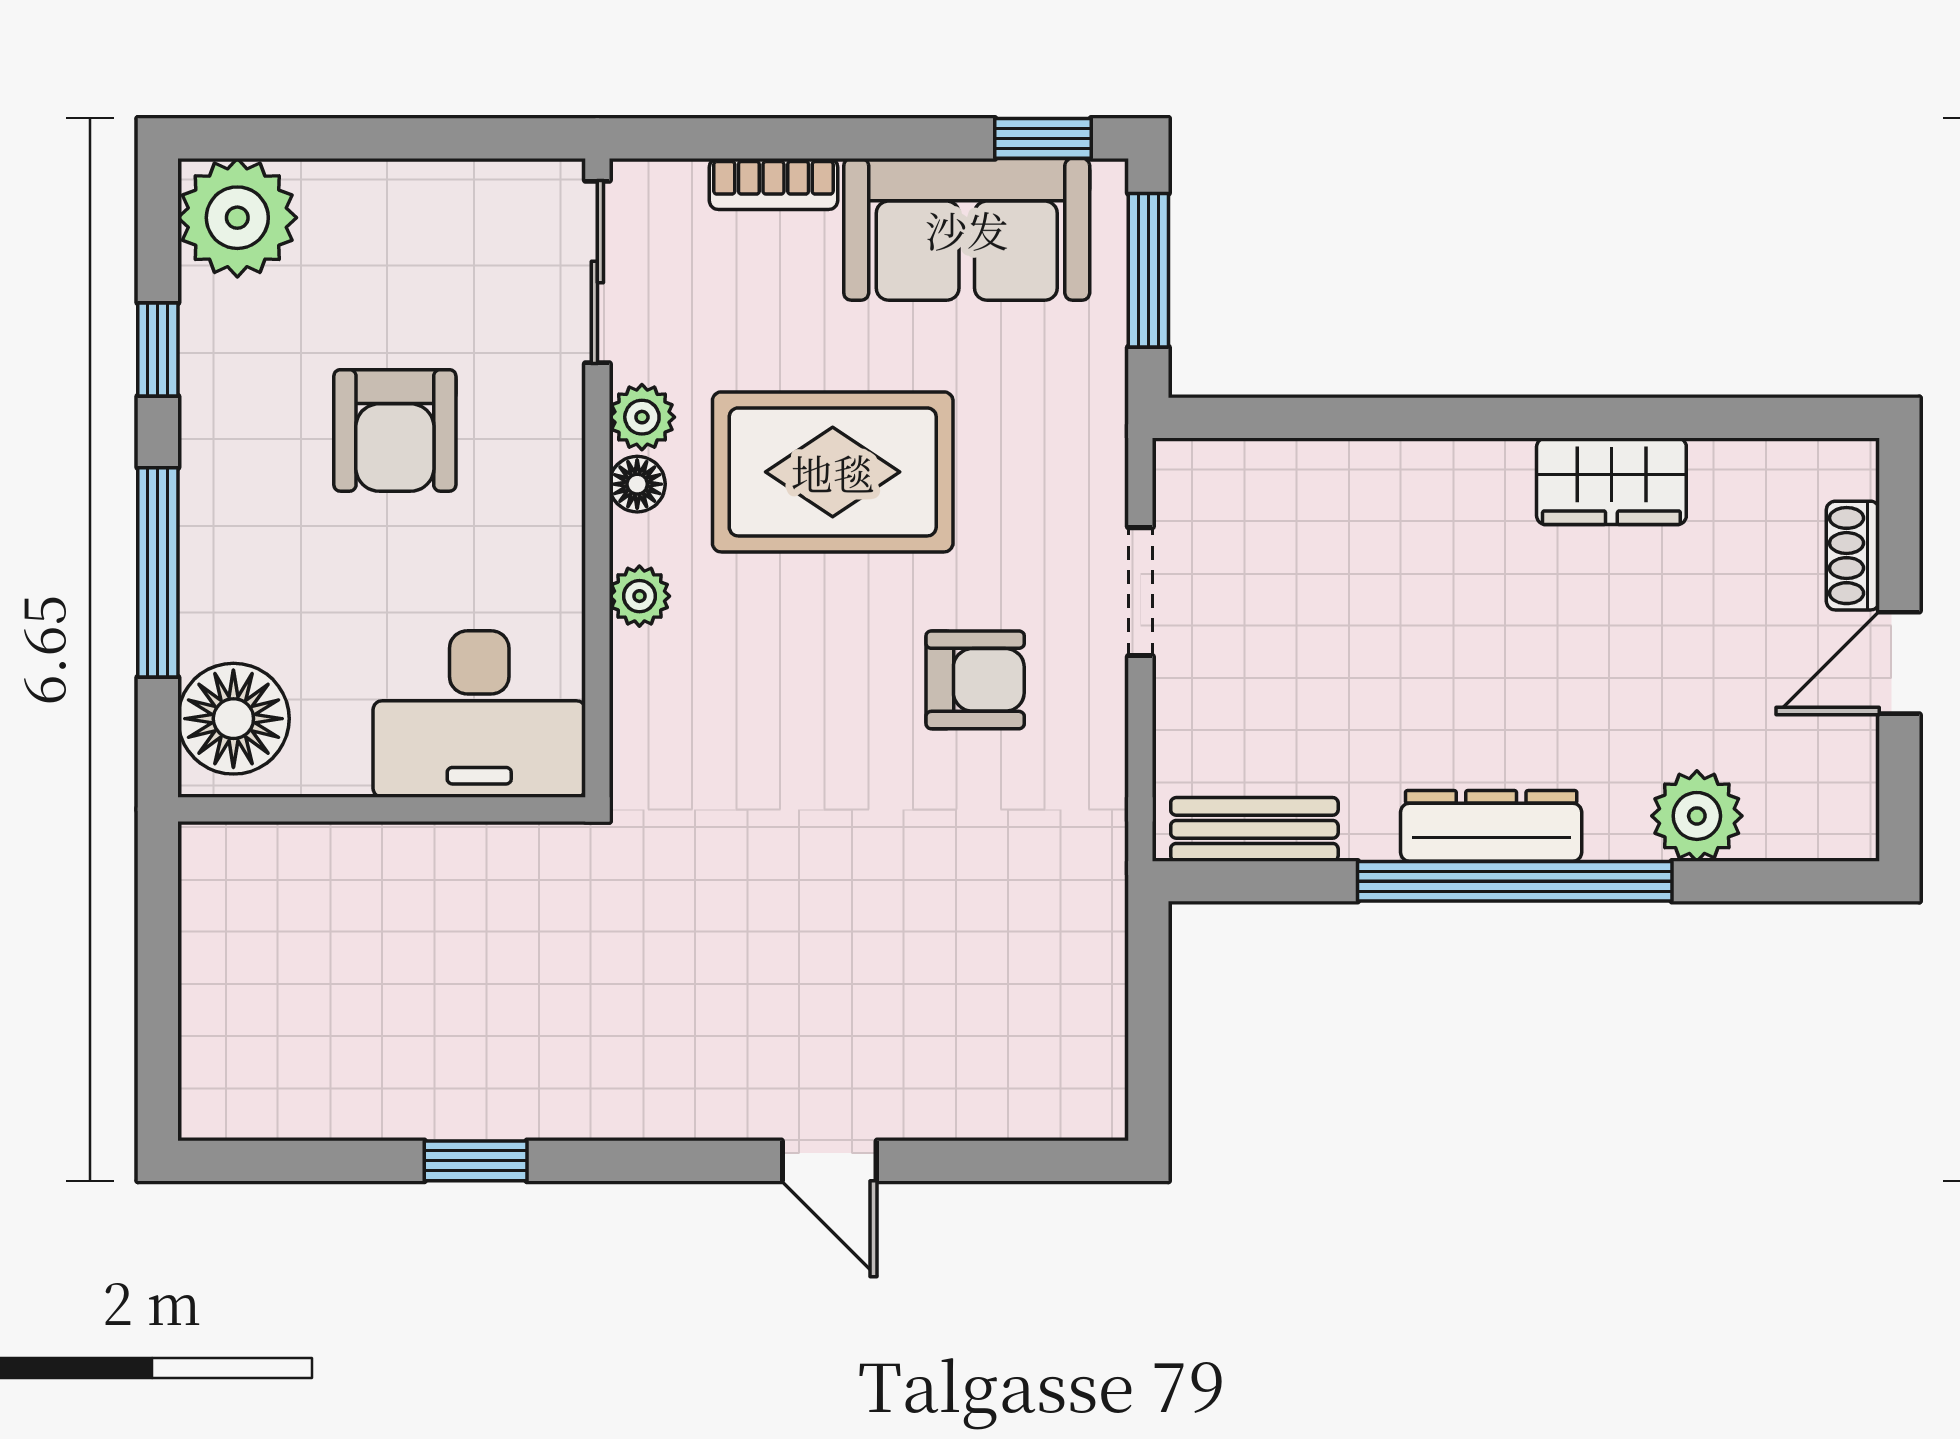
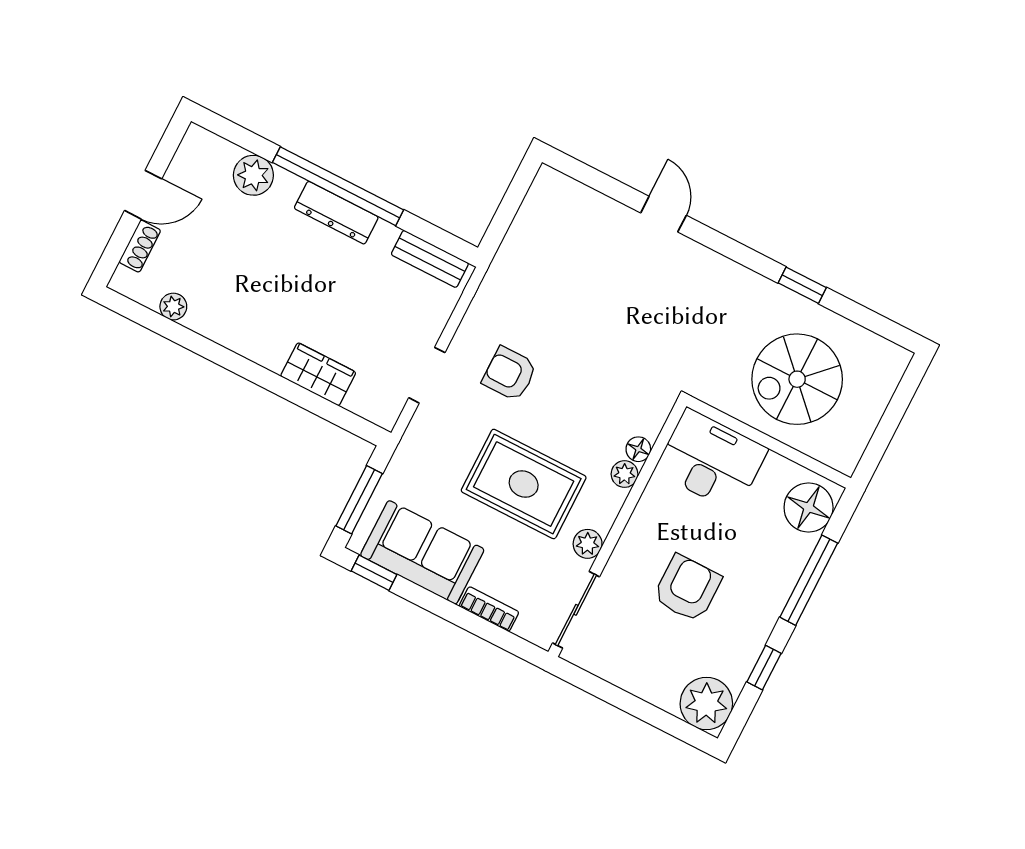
plant: (1723, 468) -> (173, 307), added
wardrobe: (1611, 481) -> (318, 374), moved
floor lamp: (637, 484) -> (638, 449), moved
spiral stairs: (389, 966) -> (797, 379), added

